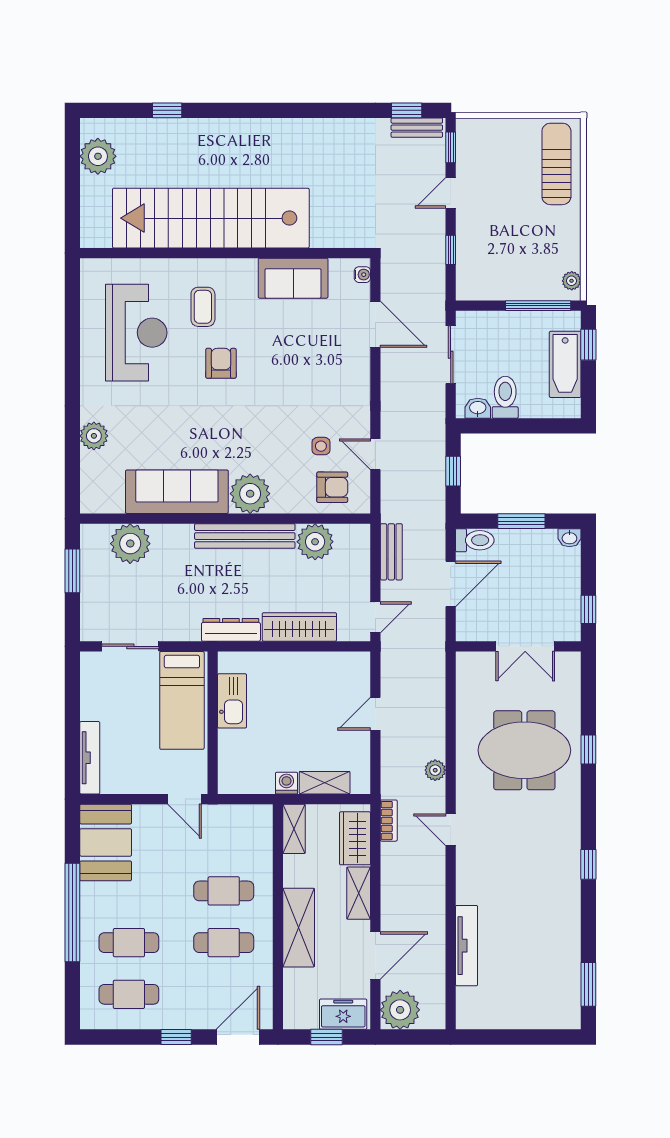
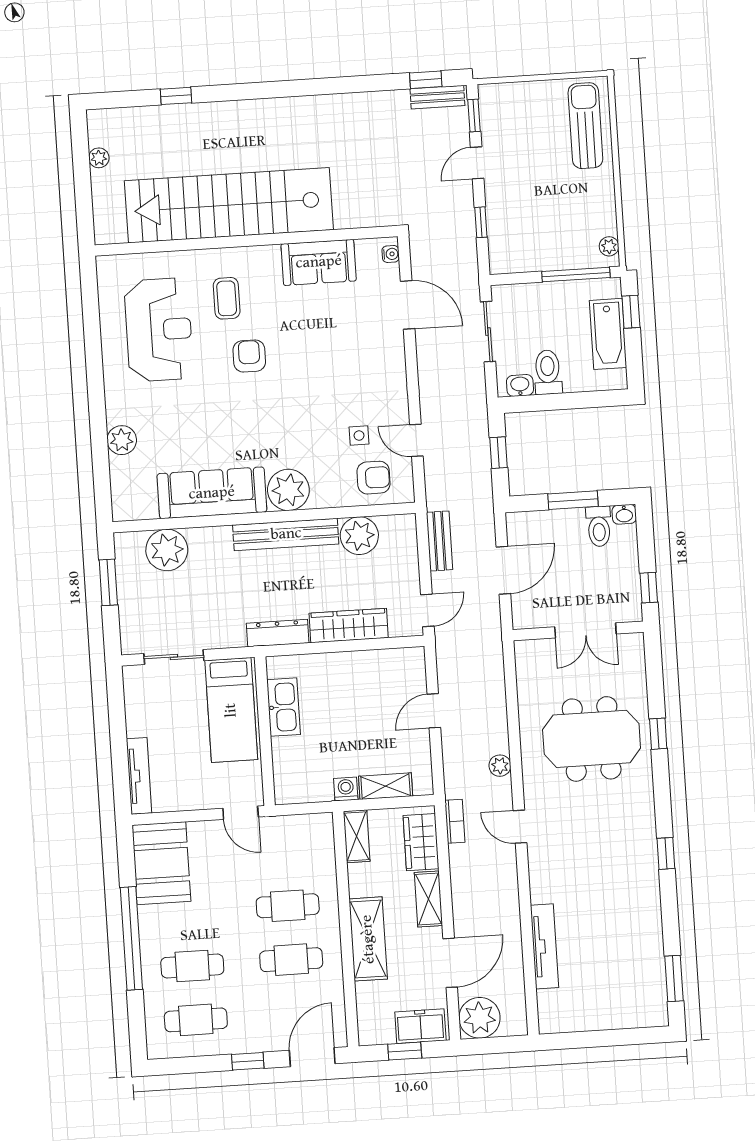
plant: (98, 156) -> (99, 158), width x0.53, depth x0.53
toilet: (475, 540) -> (599, 526), moved, turned 90

